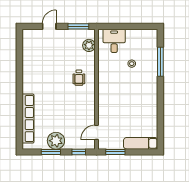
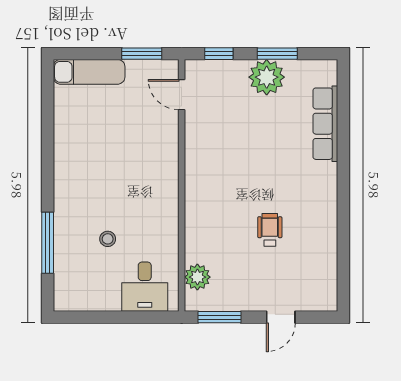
wheelchair: (79, 78) -> (270, 230), moved
row of seats: (28, 119) -> (325, 124), width x0.73
door: (96, 132) -> (182, 95), swing flipped

